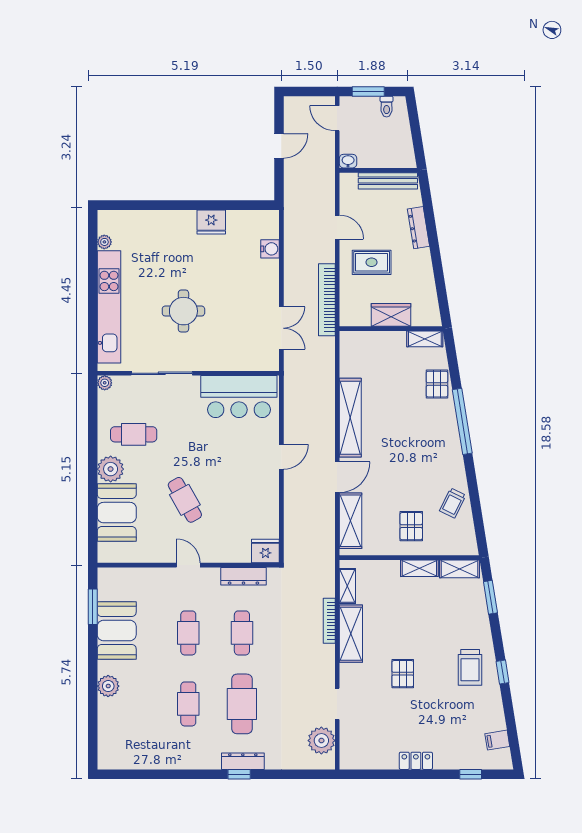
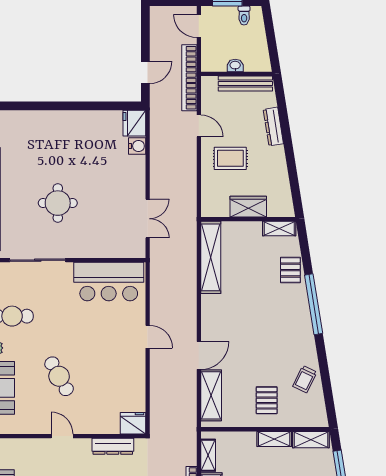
door: (279, 146) -> (145, 72), moved
washbasin: (348, 161) -> (235, 65), moved
fridge: (211, 222) -> (134, 123), moved, turned 90
bookcase: (327, 300) -> (189, 78), moved
shelving: (350, 418) -> (211, 257), moved
door: (281, 457) -> (148, 337), hinge flipped

